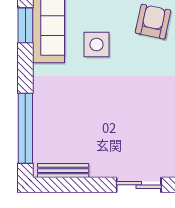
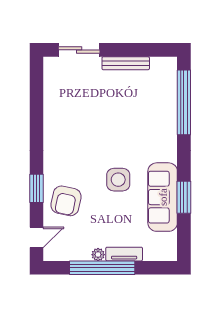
bench: (63, 171) -> (126, 63), moved

